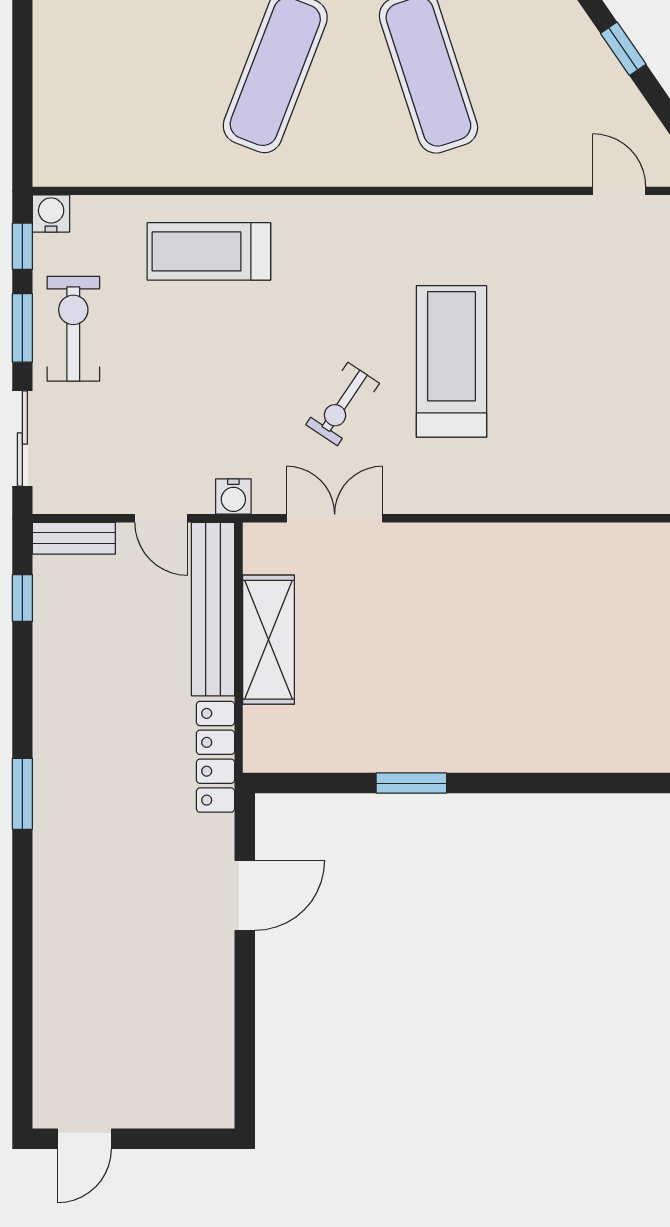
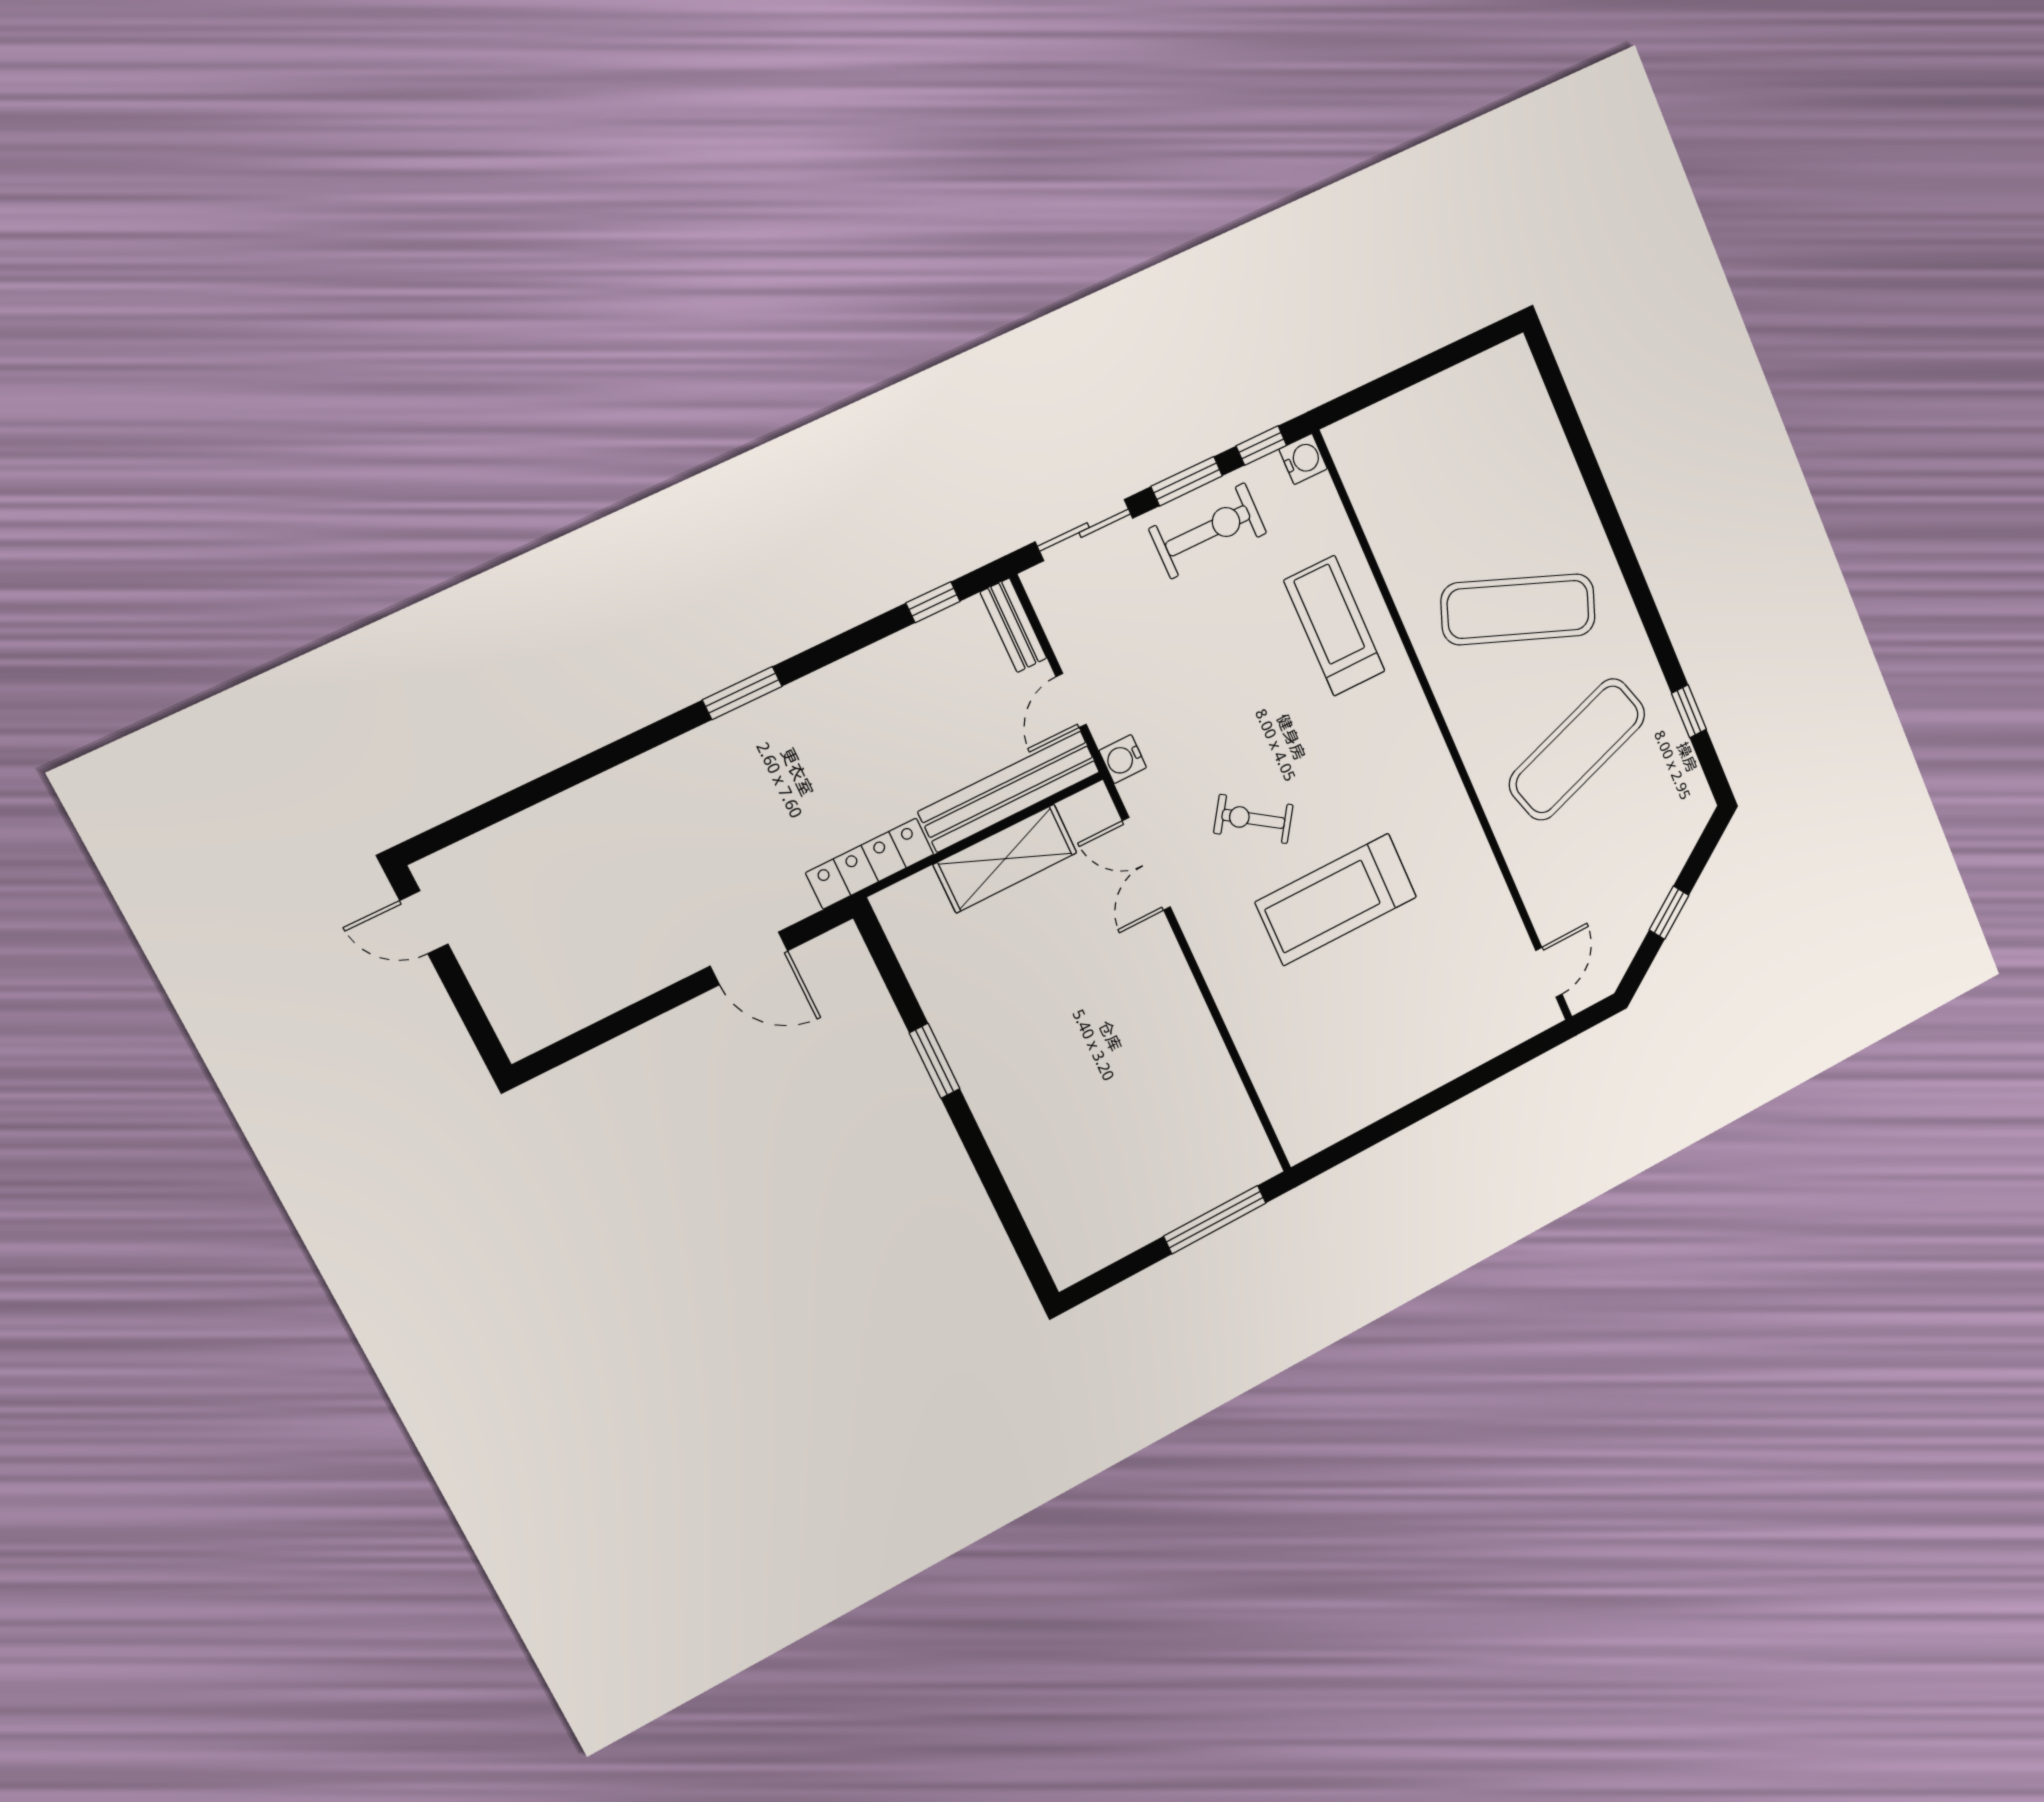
treadmill: (452, 361) -> (1336, 900), turned 180
double door: (335, 518) -> (1146, 864), swing flipped

